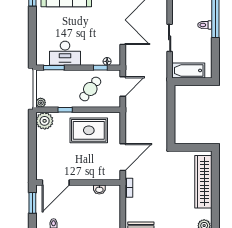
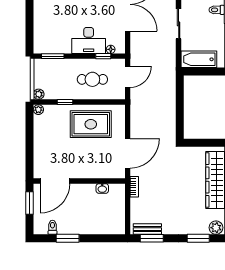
desk: (65, 53) -> (89, 40), moved
cafe table: (90, 89) -> (92, 79), turned 52
plant: (45, 121) -> (38, 110), width x0.53, depth x0.53

